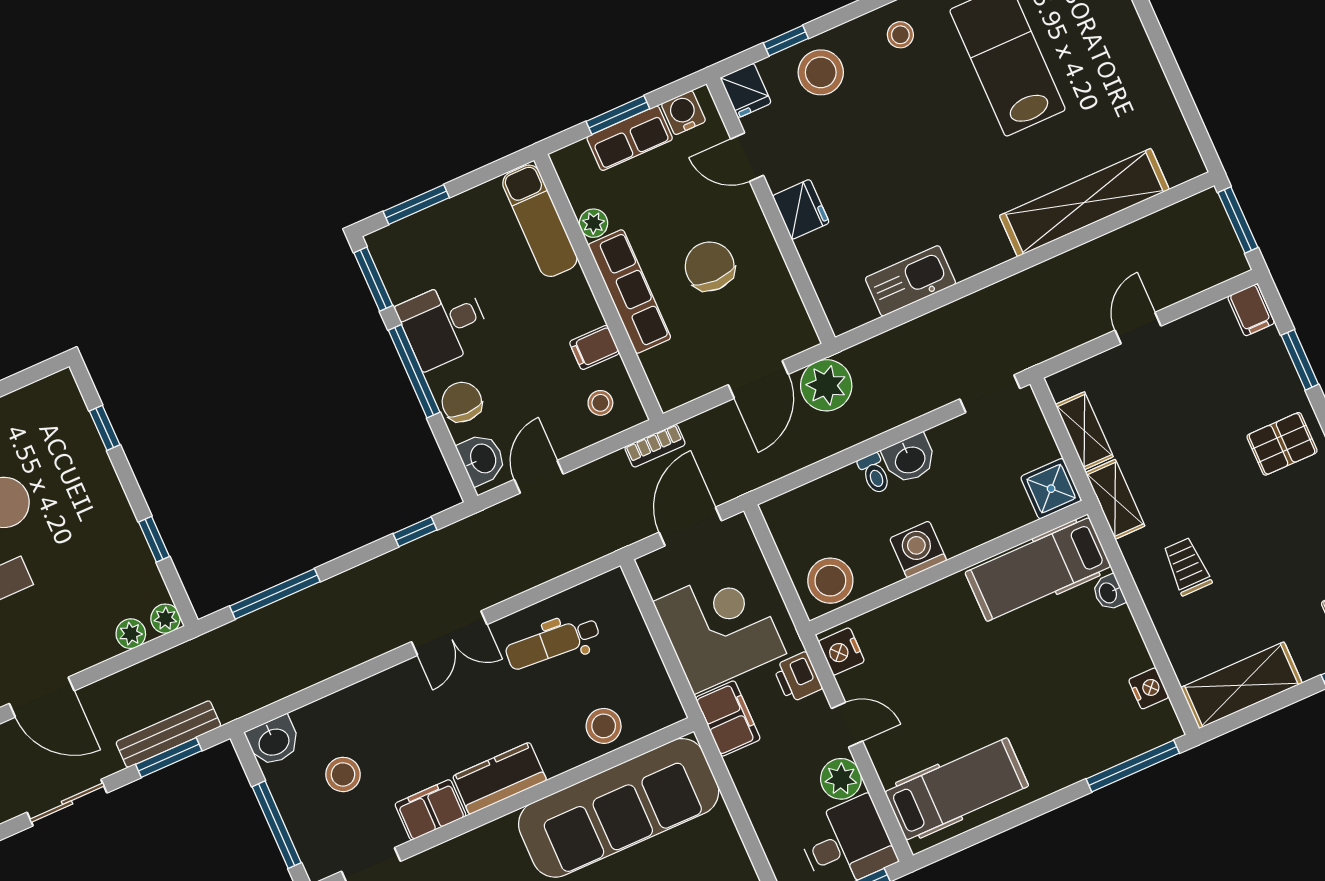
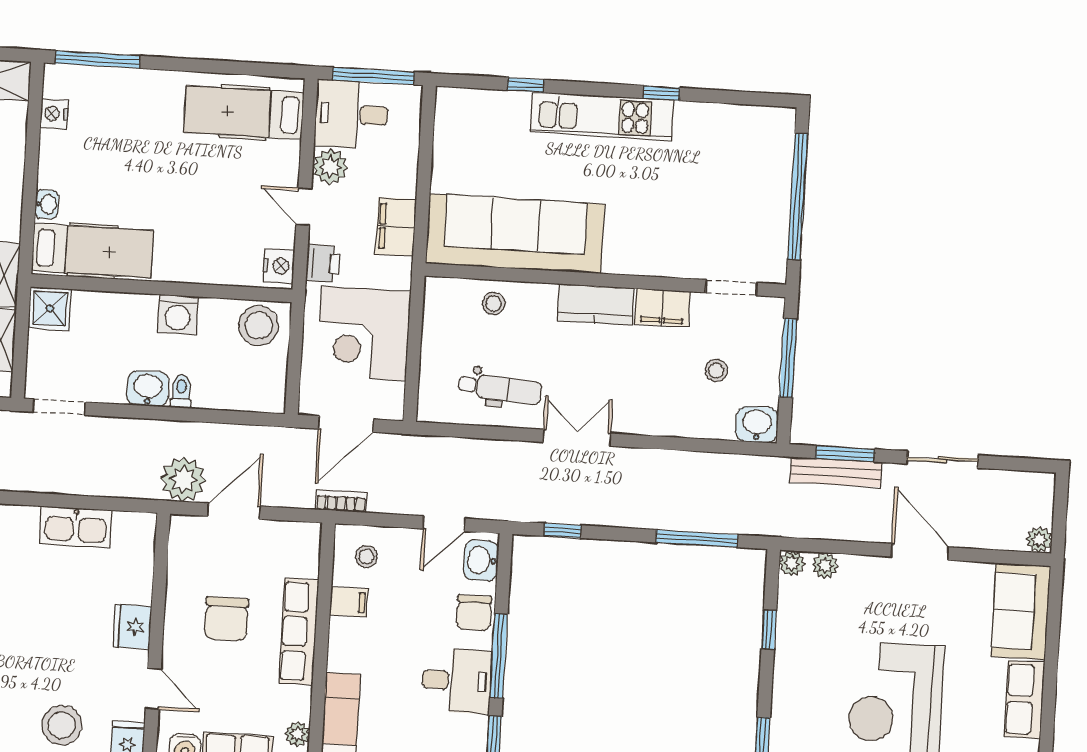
plant: (593, 223) -> (297, 734), moved
filing cabinet: (728, 718) -> (396, 227), moved
stool: (604, 726) -> (494, 304), width x0.73, depth x0.73
stool: (343, 774) -> (716, 371), width x0.73, depth x0.73

